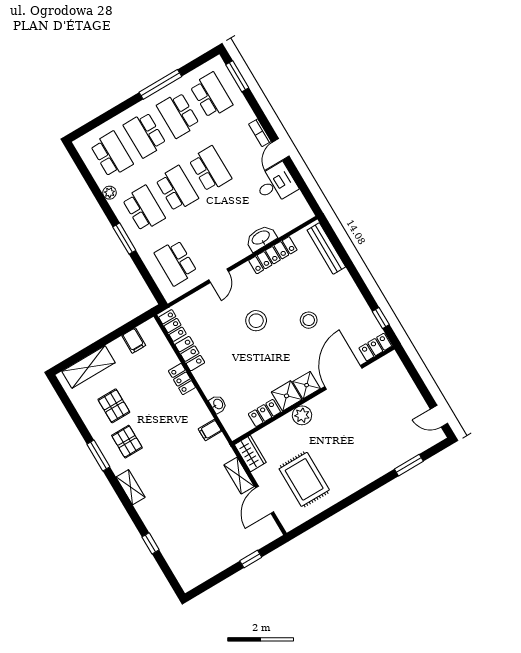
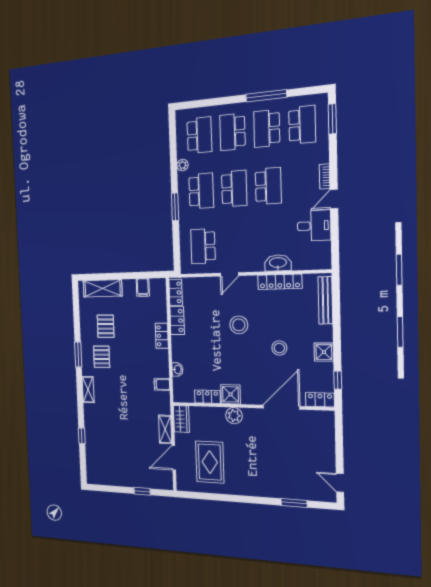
shower: (307, 385) -> (324, 352), moved

